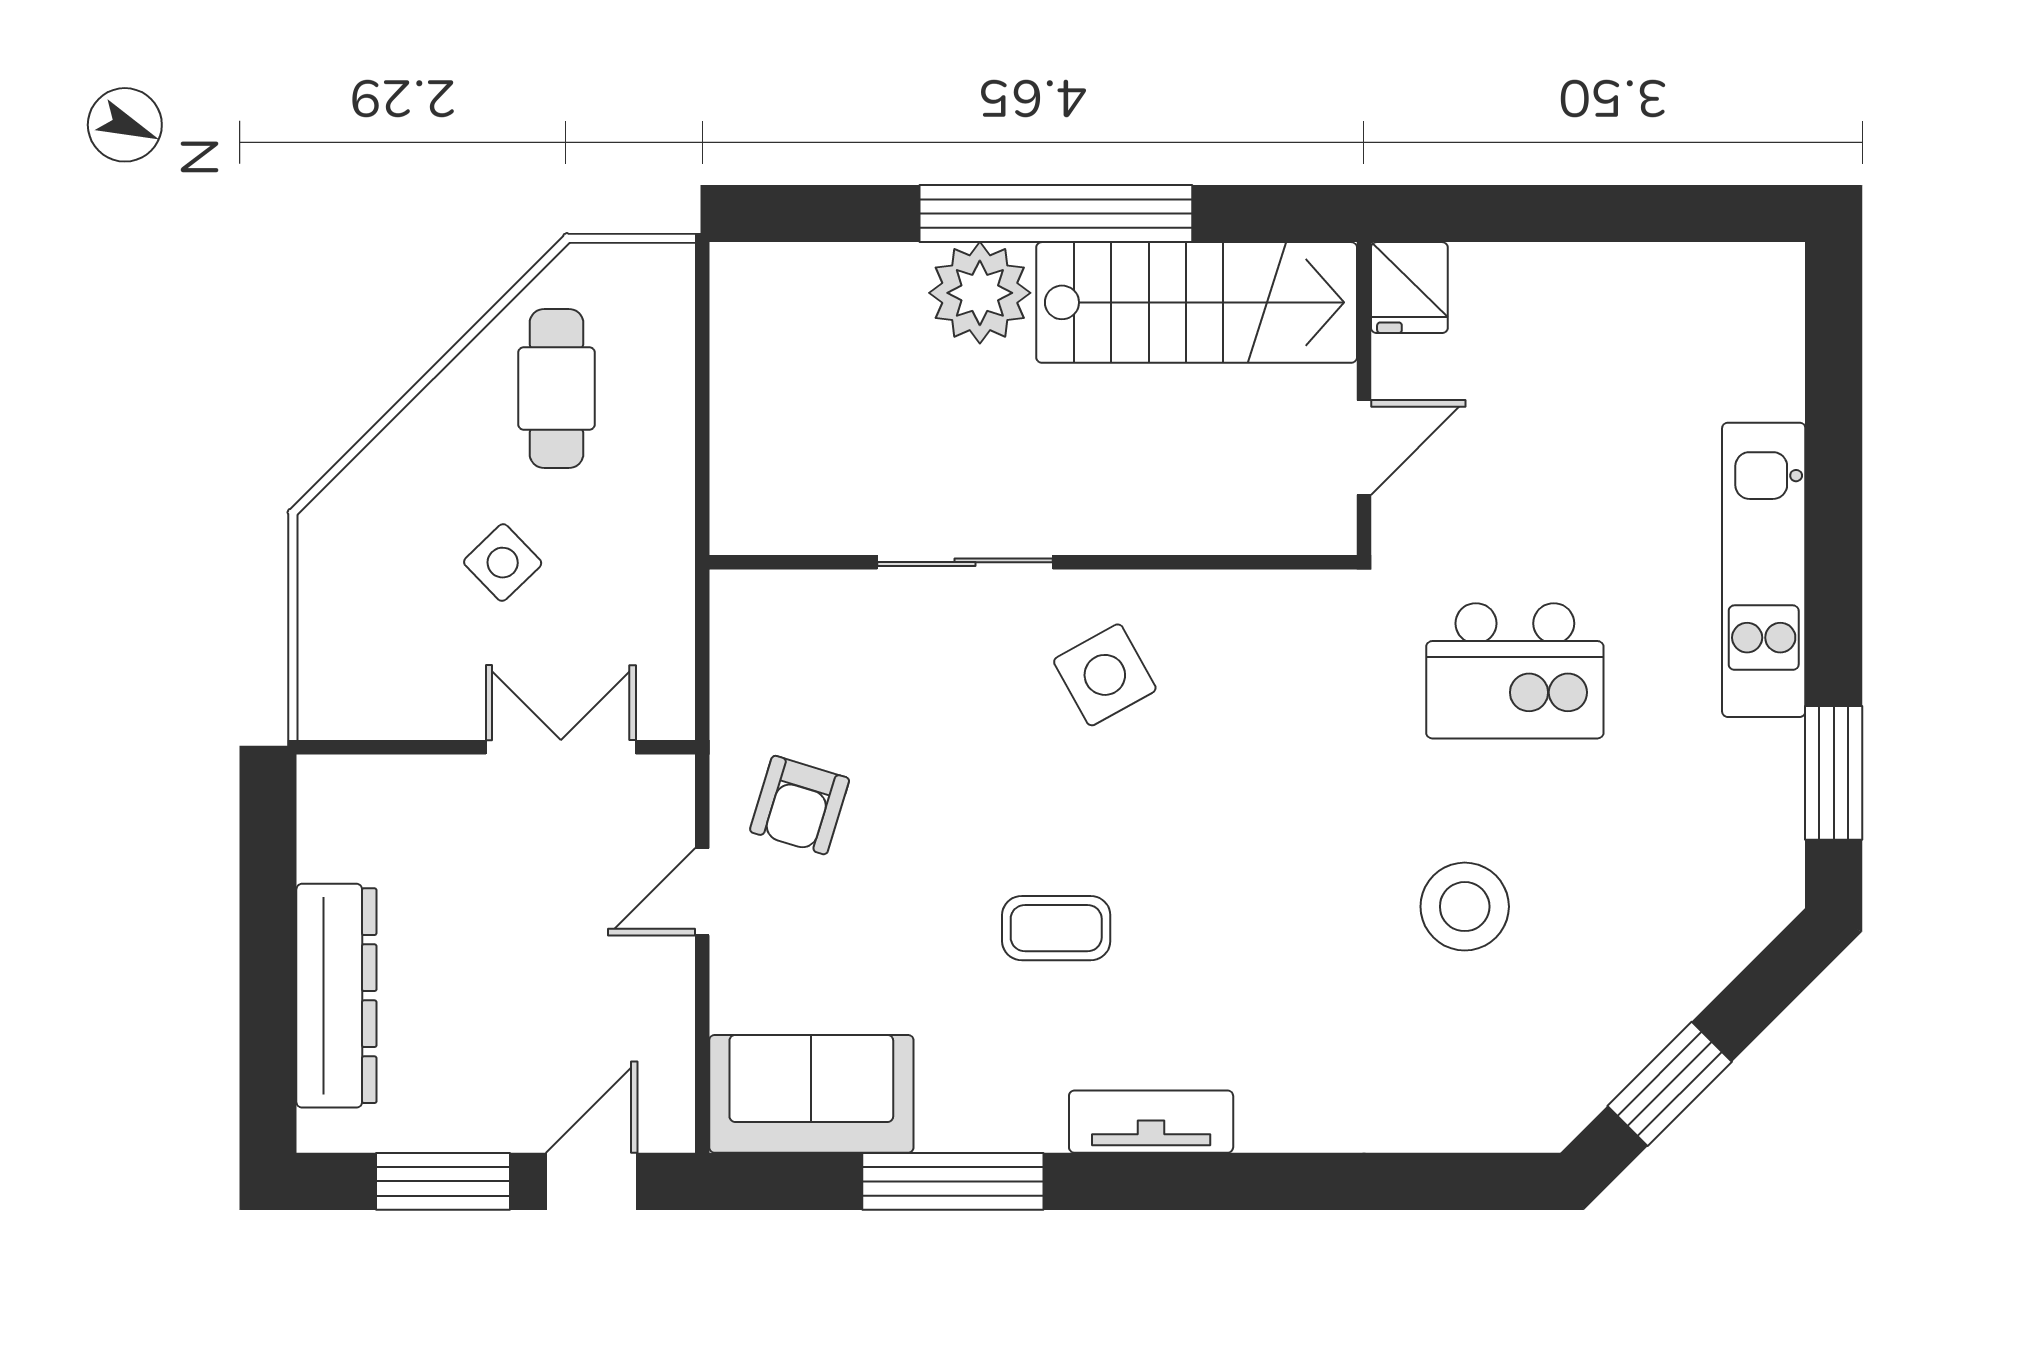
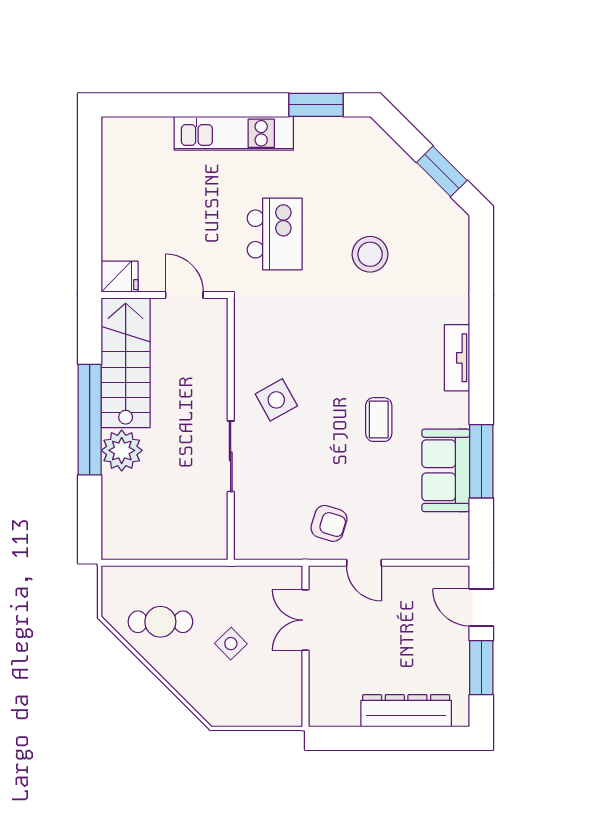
sofa: (811, 1094) -> (446, 470), moved
tv unit: (1151, 1122) -> (457, 358), moved

